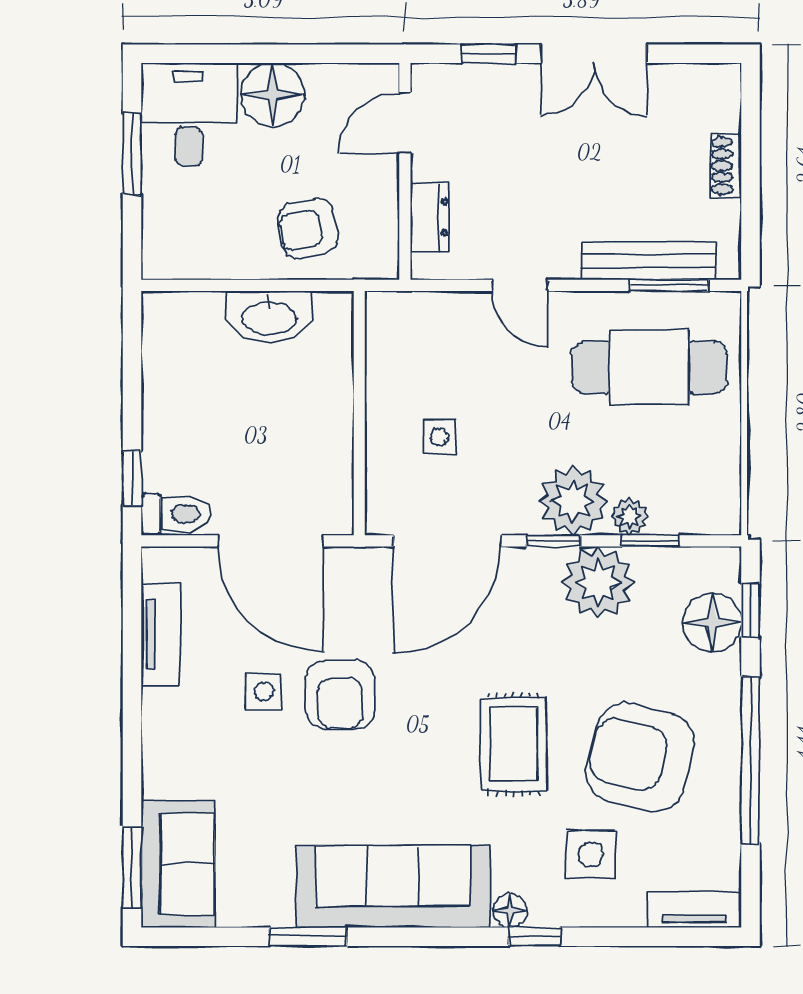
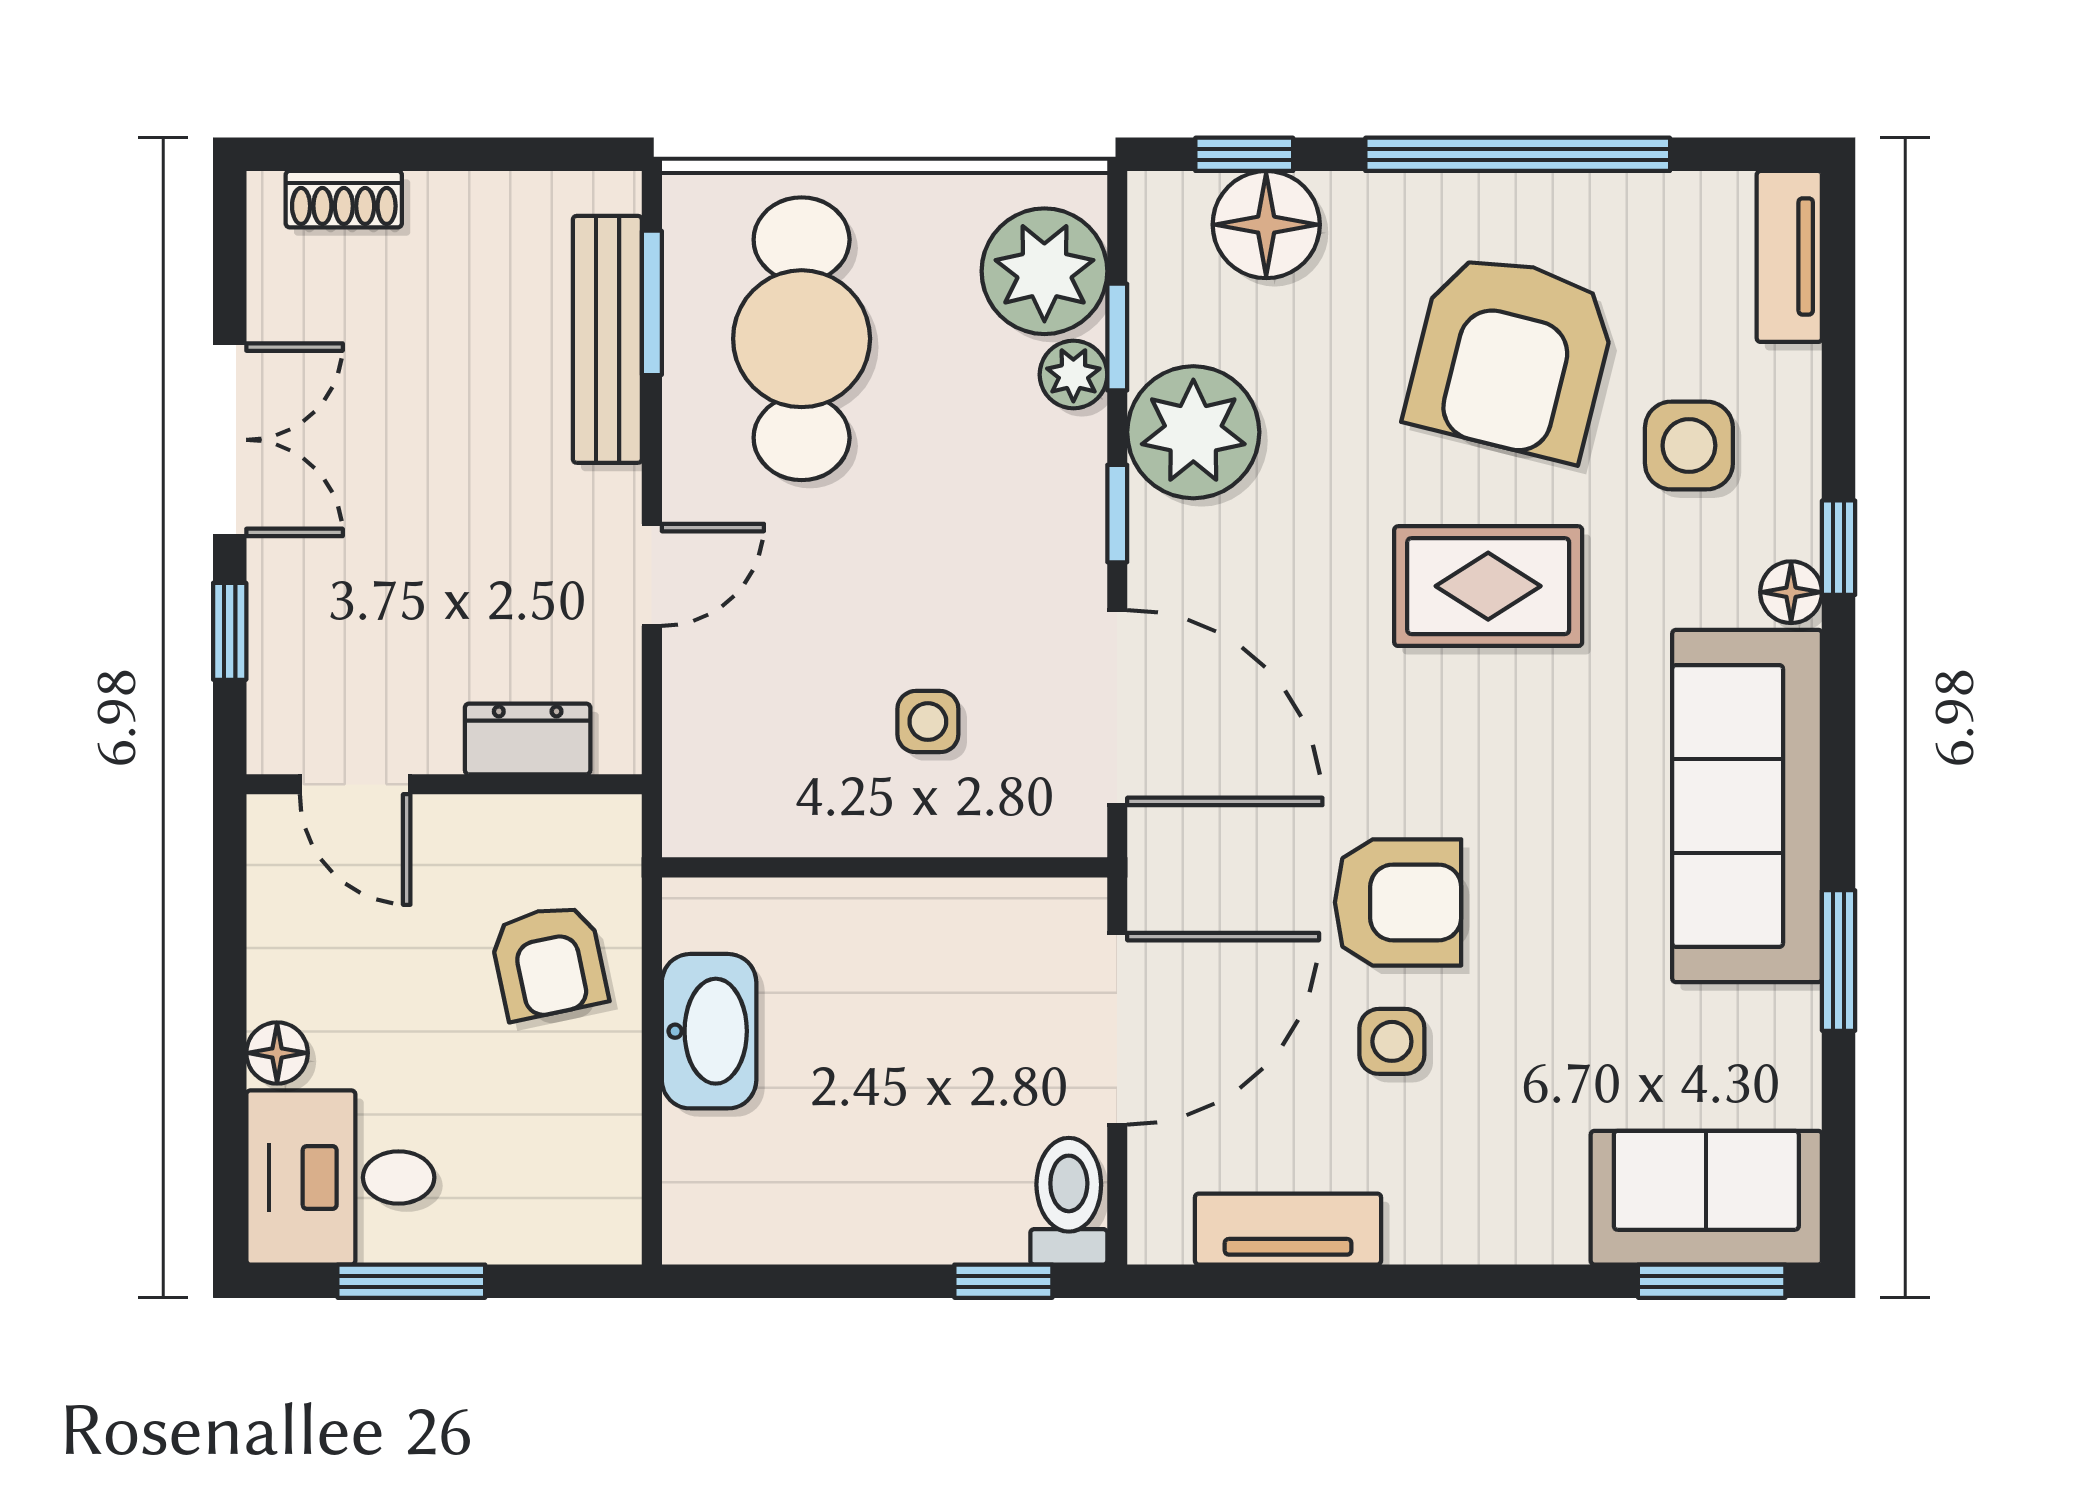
floor lamp: (272, 95) -> (277, 1053), width x0.53, depth x0.53
shoe rack: (726, 166) -> (344, 199), moved
plant: (573, 501) -> (1044, 271), moved

